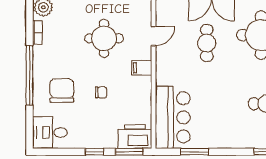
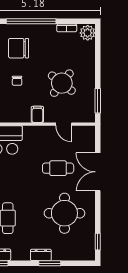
round table: (104, 38) -> (62, 83), turned 38
chair: (62, 91) -> (19, 48), turned 180

